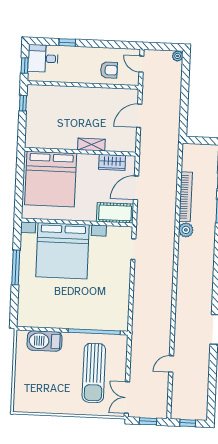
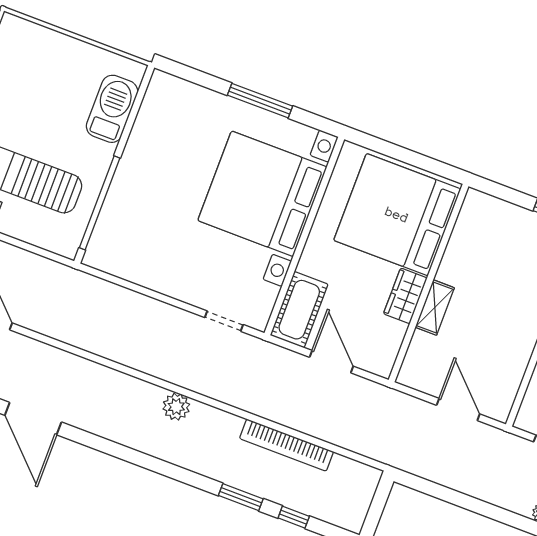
wardrobe: (112, 162) -> (405, 296), moved
plant: (186, 230) -> (176, 407), moved

